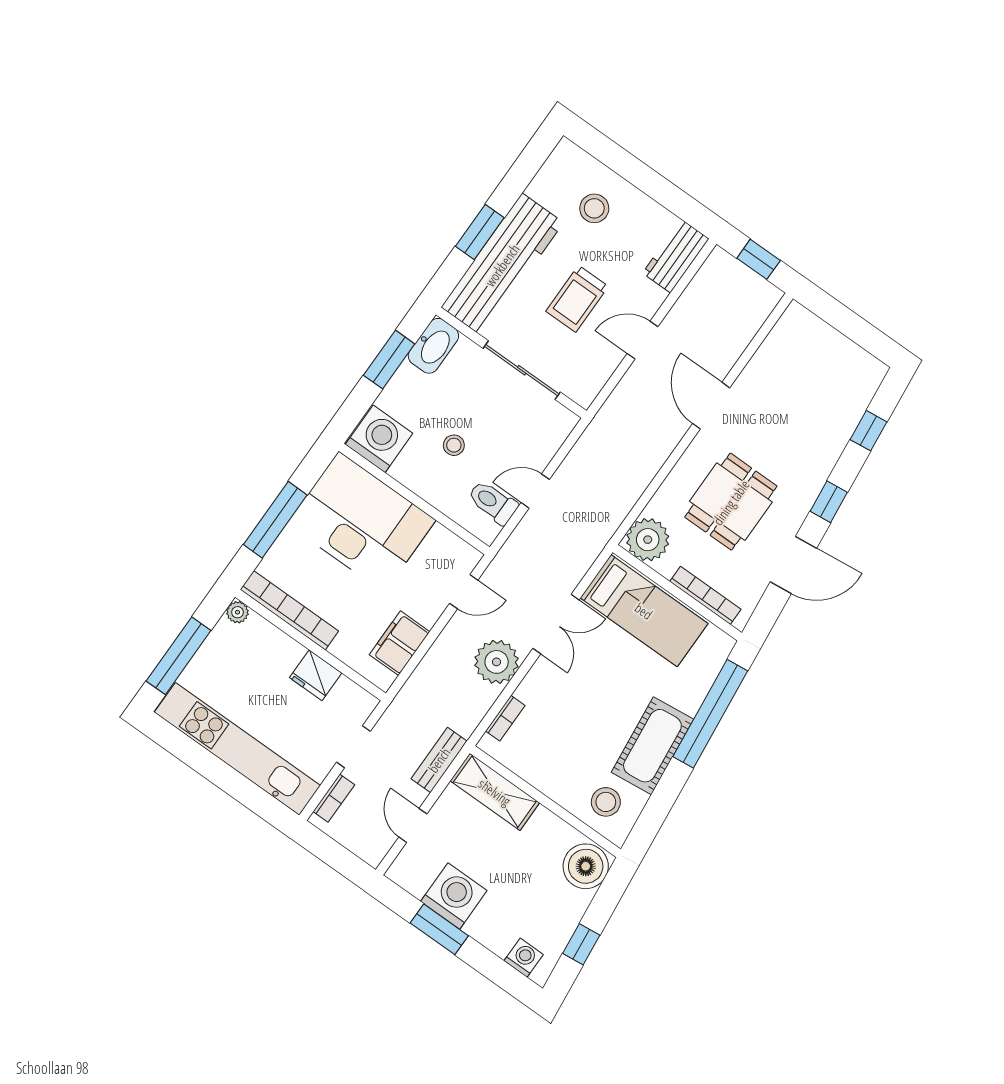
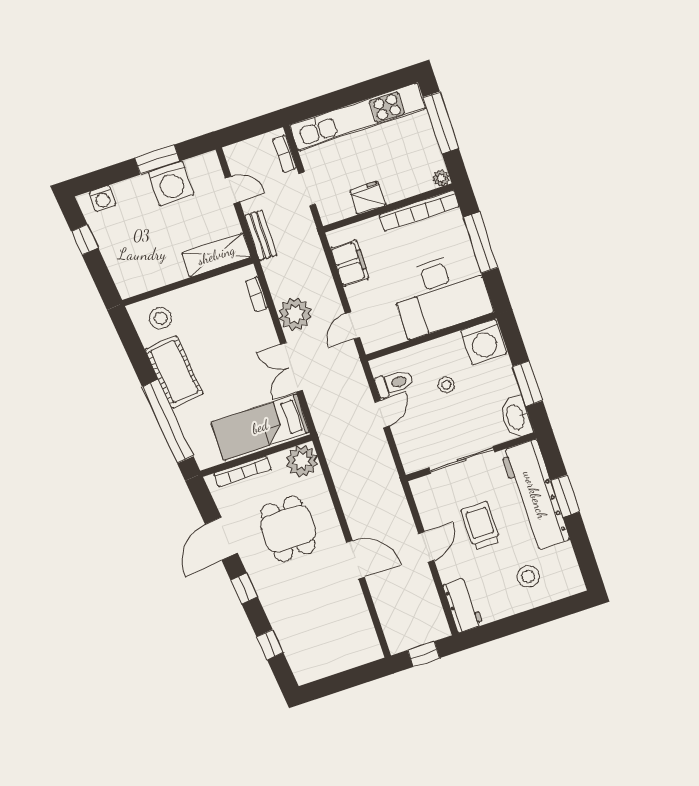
boiler: (586, 866) -> (130, 277), removed

